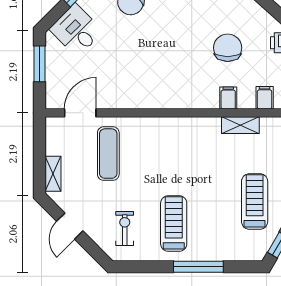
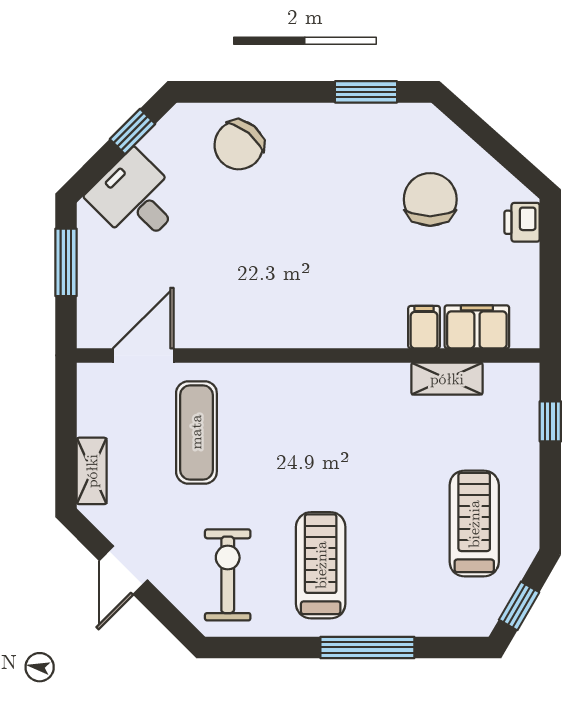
chair: (228, 48) -> (430, 199), moved
filing cabinet: (265, 98) -> (477, 327), width x2.00
exercise bike: (125, 229) -> (228, 575), width x1.38, depth x1.39

